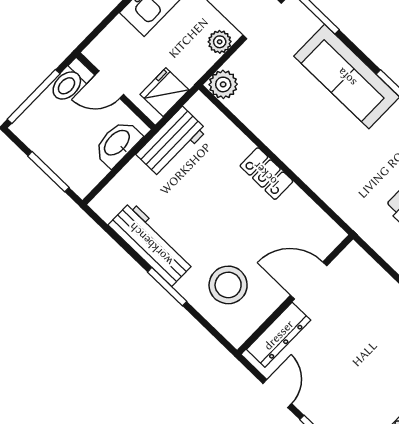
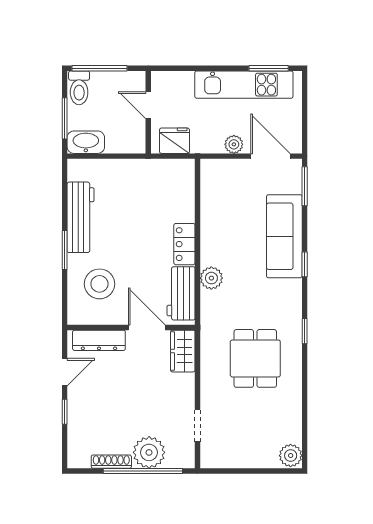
toilet: (71, 81) -> (79, 88), moved, turned -90
plant: (223, 84) -> (211, 278), moved
workbench: (172, 142) -> (181, 293), moved, turned 90
washbasin: (117, 143) -> (86, 142), moved
wardrobe: (361, 269) -> (183, 351), added

